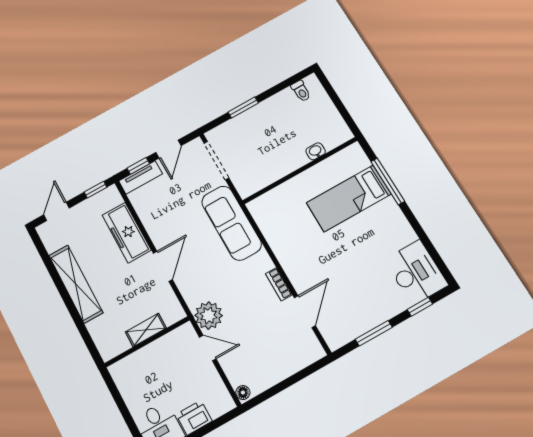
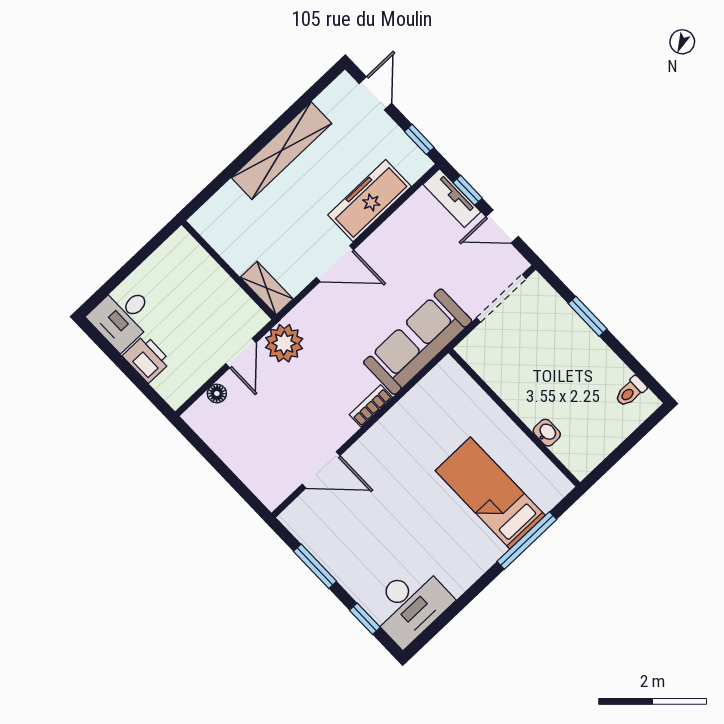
door: (56, 211) -> (375, 93), hinge flipped
bookcase: (279, 284) -> (371, 406), moved
shelving: (146, 330) -> (267, 288), moved
floor lamp: (243, 393) -> (217, 393), moved

